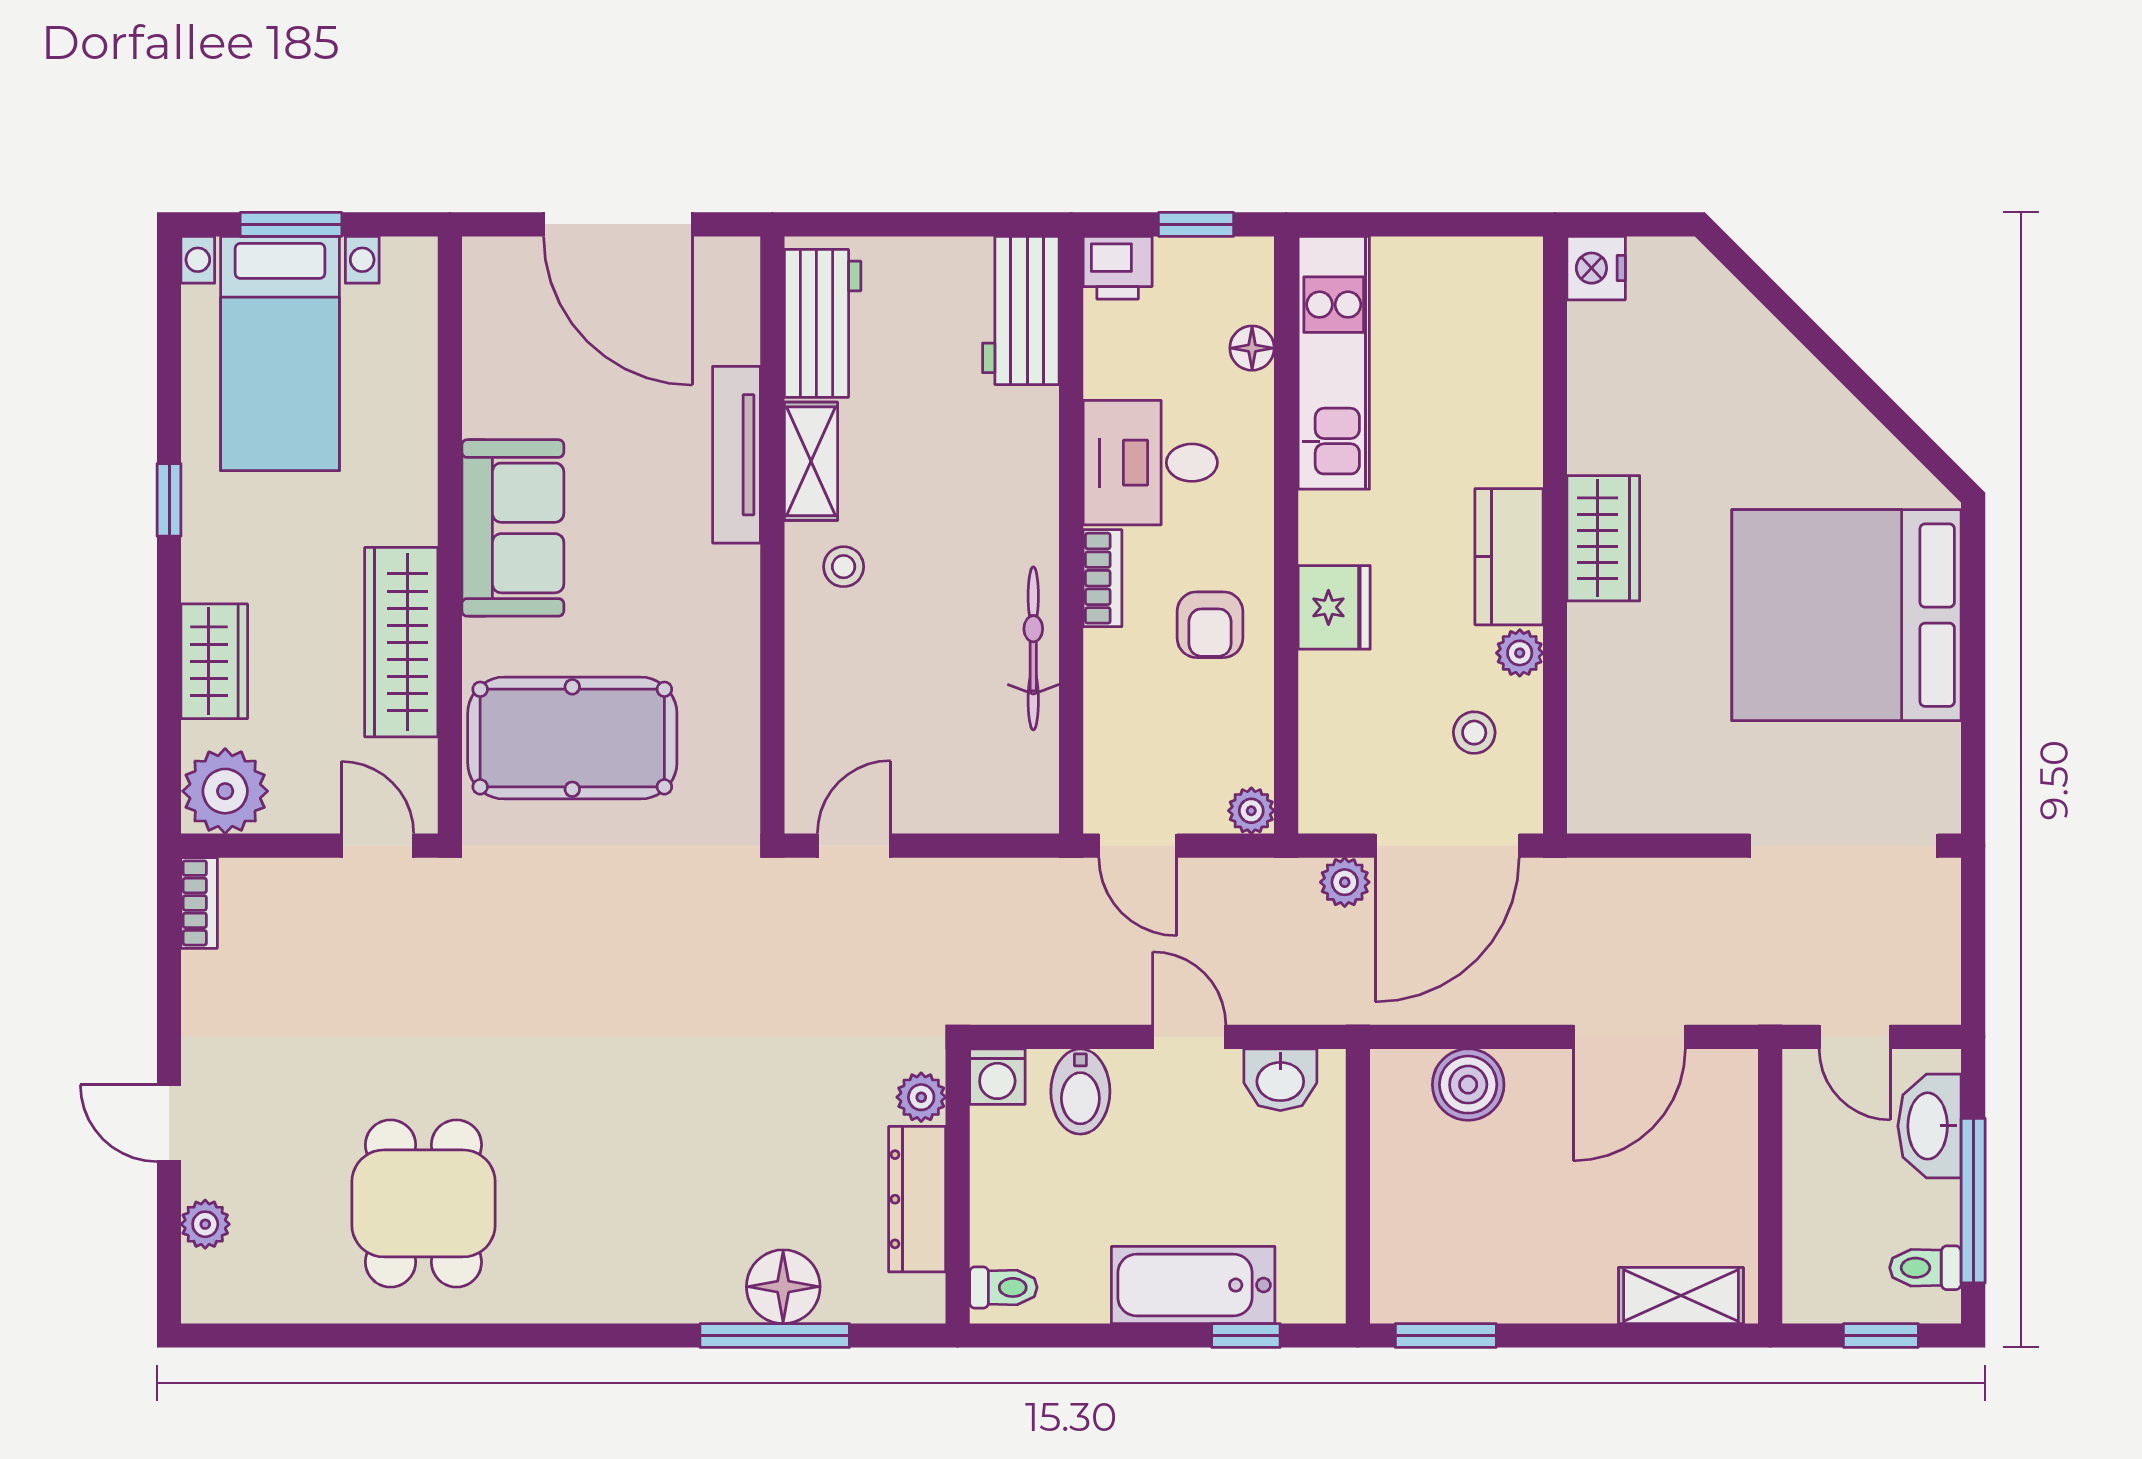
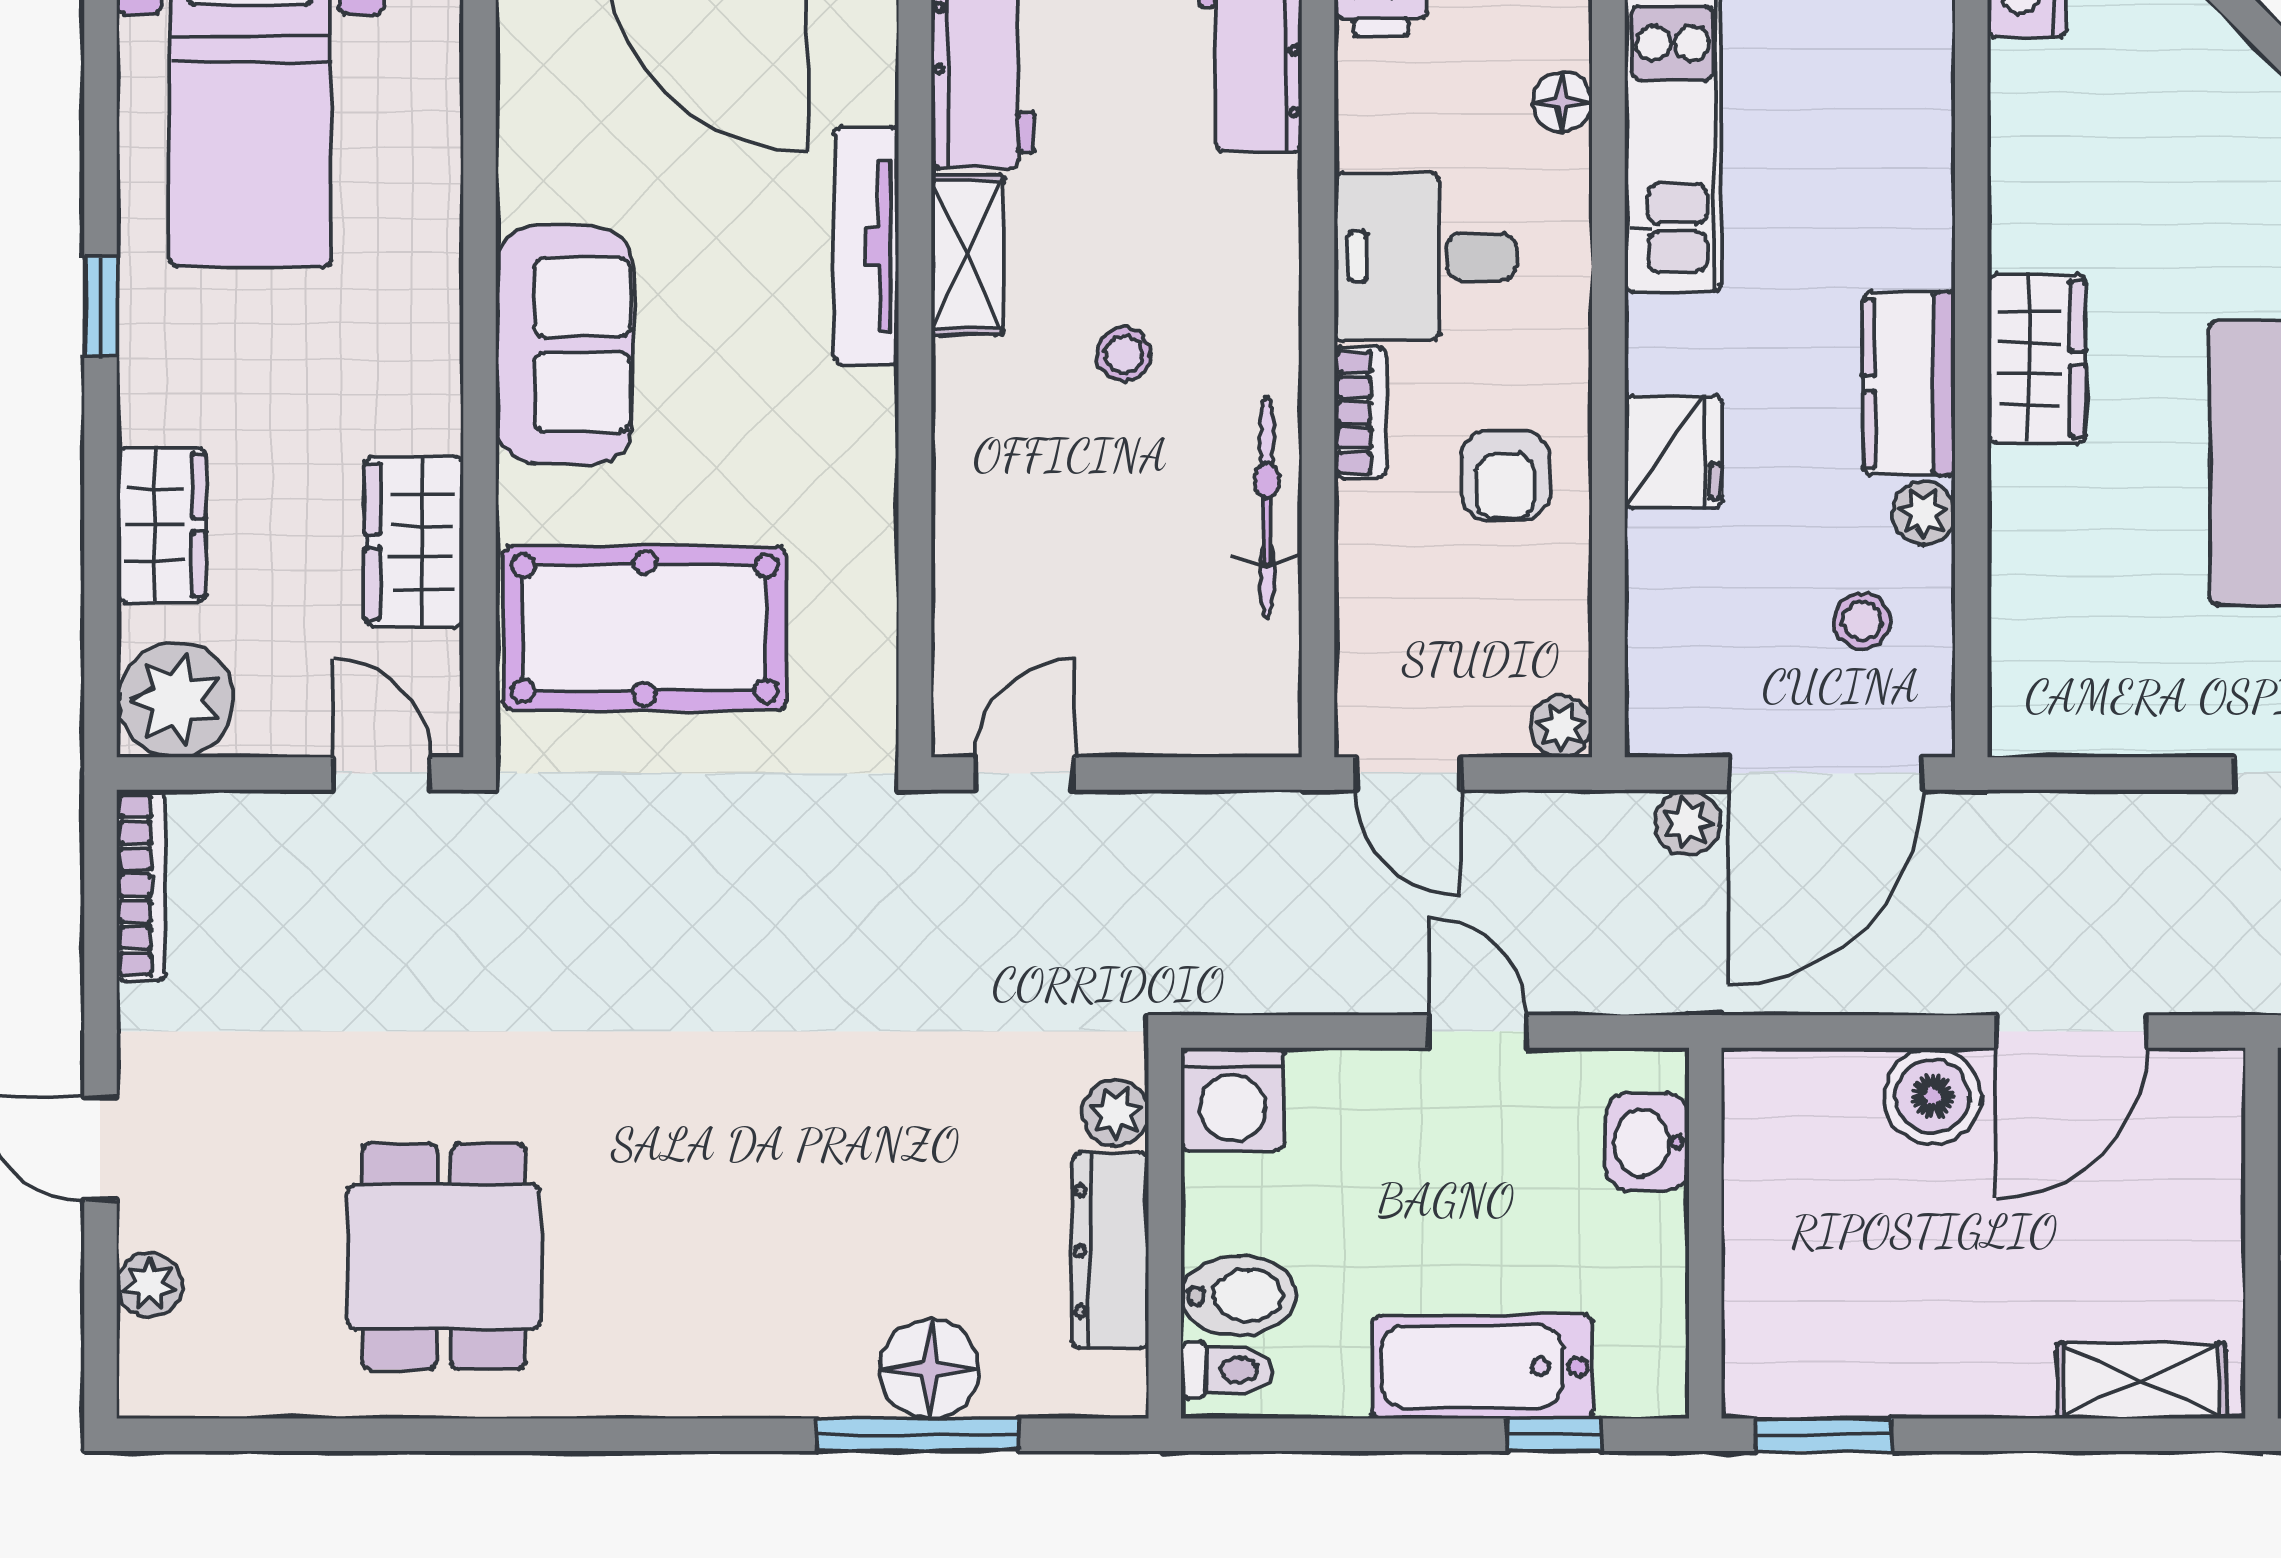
stool: (844, 567) -> (1123, 354), moved
wardrobe: (401, 642) -> (414, 541), width x0.67
bookcase: (199, 903) -> (141, 885), width x1.56
washing machine: (997, 1077) -> (1233, 1099), width x1.38, depth x1.38
washbasin: (1280, 1080) -> (1647, 1142), moved, turned 90
boiler: (1468, 1085) -> (1933, 1096), moved
bidet: (1080, 1091) -> (1239, 1296), moved, turned -90

